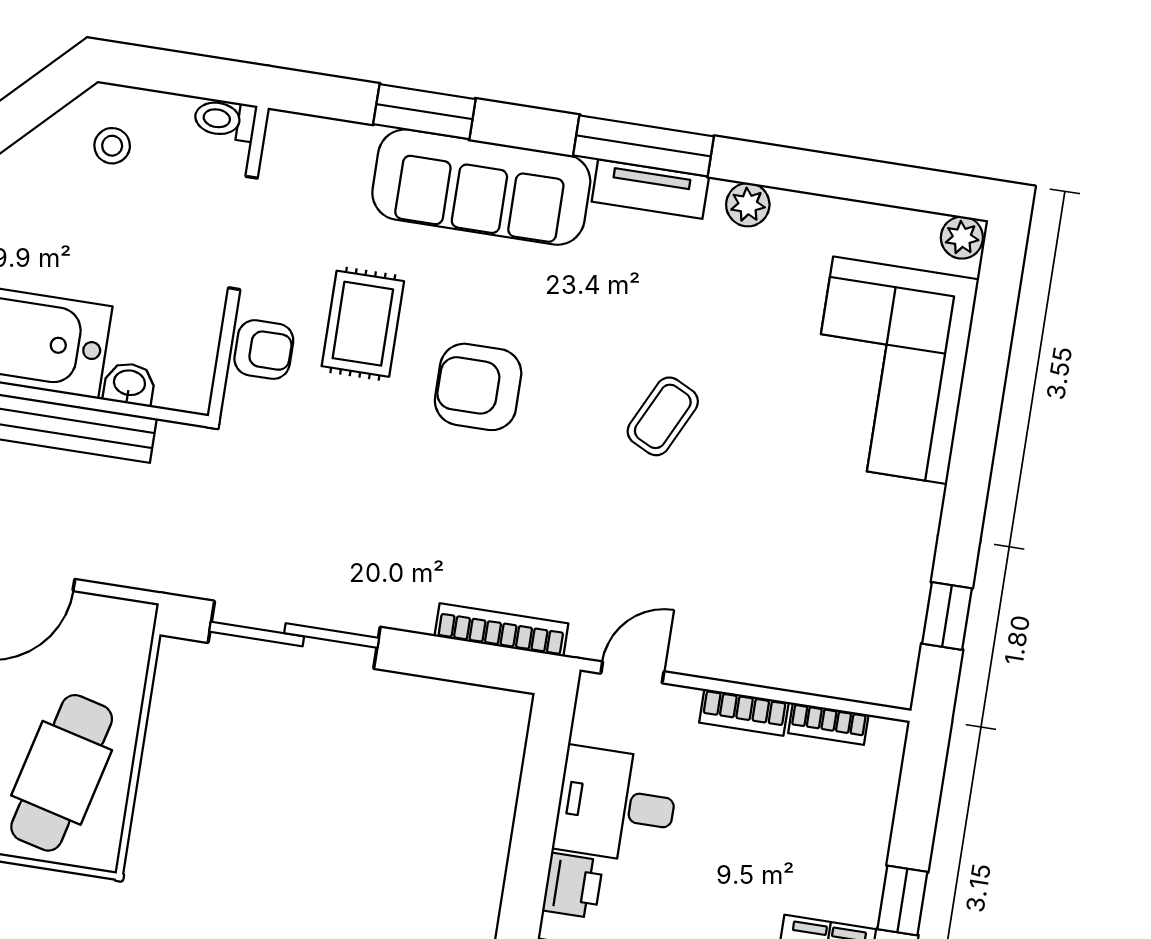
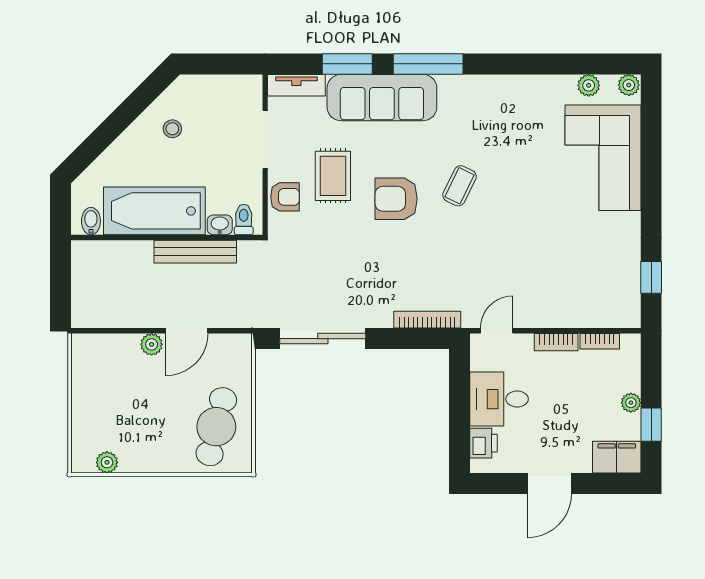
toilet: (225, 120) -> (244, 220), moved, turned 90
stool: (112, 146) -> (172, 129), moved
window: (644, 146) -> (428, 64), moved
tv unit: (650, 189) -> (296, 85), moved
plant: (748, 205) -> (589, 85), moved
coffee table: (663, 416) -> (460, 186), moved
plant: (870, 852) -> (631, 403), added

